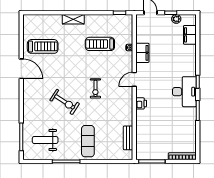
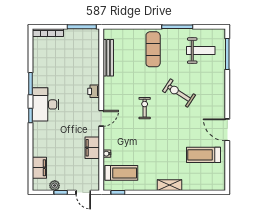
treadmill: (100, 44) -> (121, 173), moved
bench: (128, 138) -> (108, 58), width x1.36

